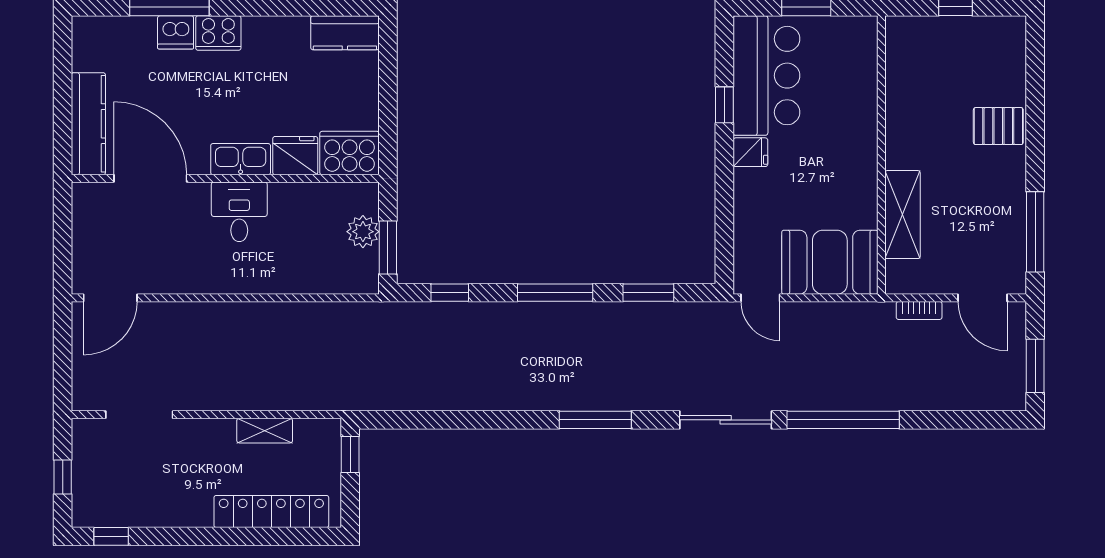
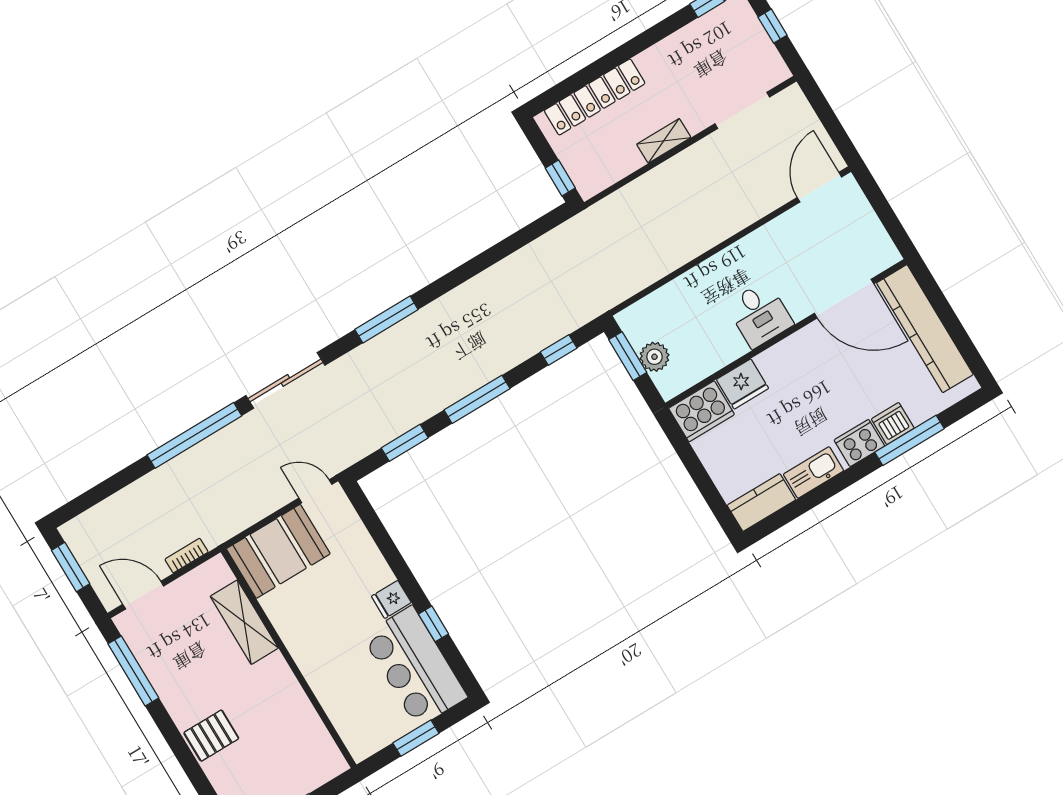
kitchen counter: (88, 124) -> (925, 329), width x1.39, depth x1.17
kitchen sink: (241, 159) -> (813, 472), moved, turned 180
shelving: (265, 431) -> (664, 141), moved

